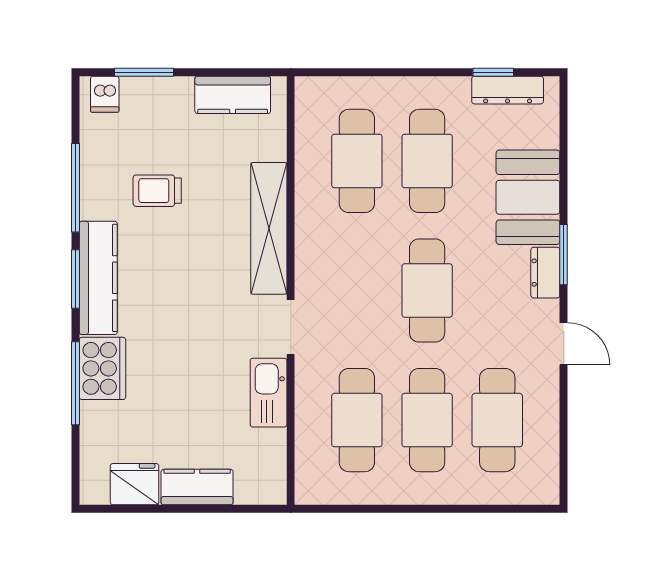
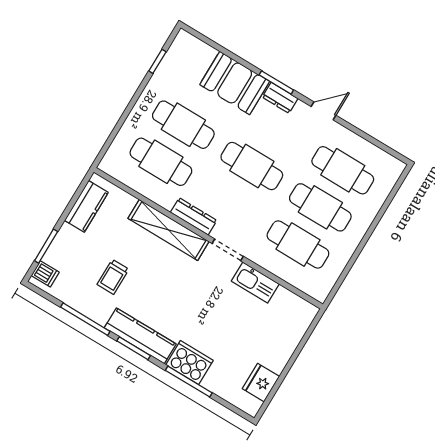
dresser: (508, 90) -> (194, 216), moved, turned -90
kitchen counter: (197, 487) -> (282, 350), removed

